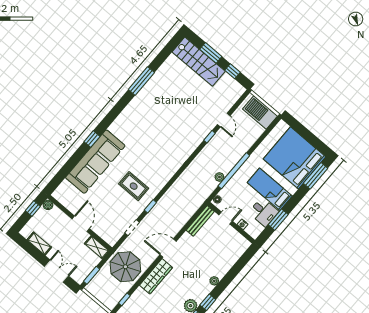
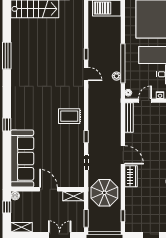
door: (224, 120) -> (86, 74), moved
sofa: (95, 162) -> (22, 159), moved
rug: (134, 186) -> (69, 116), moved
shelving: (39, 244) -> (21, 227), moved
door: (168, 248) -> (123, 155), swing flipped
wardrobe: (156, 276) -> (131, 176), width x0.67

